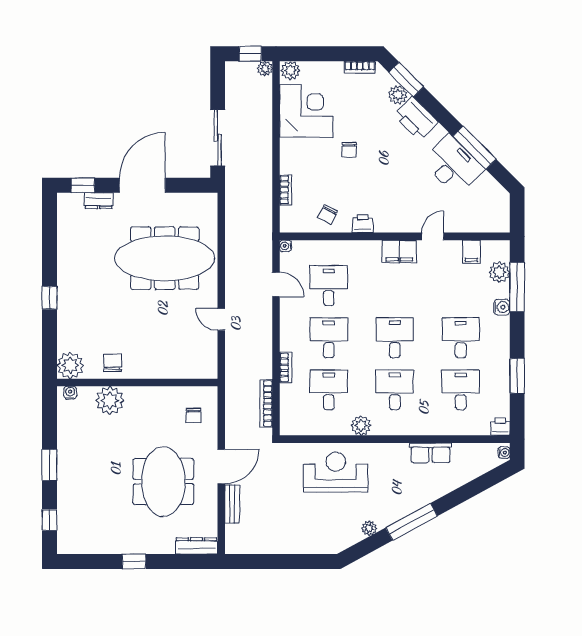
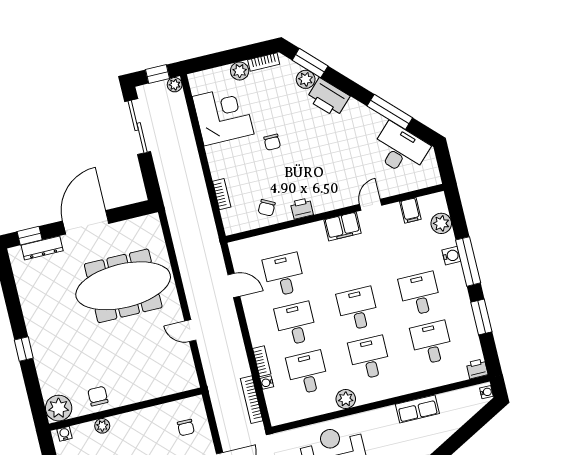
plant: (290, 70) -> (240, 71), moved
sliding door: (218, 138) -> (138, 127), moved
desk: (453, 165) -> (400, 149), moved
dresser: (99, 201) -> (42, 248), width x1.44
water cooler: (286, 246) -> (267, 383), moved
window: (517, 287) -> (468, 261), moved
plant: (110, 400) -> (102, 426), width x0.53, depth x0.53

